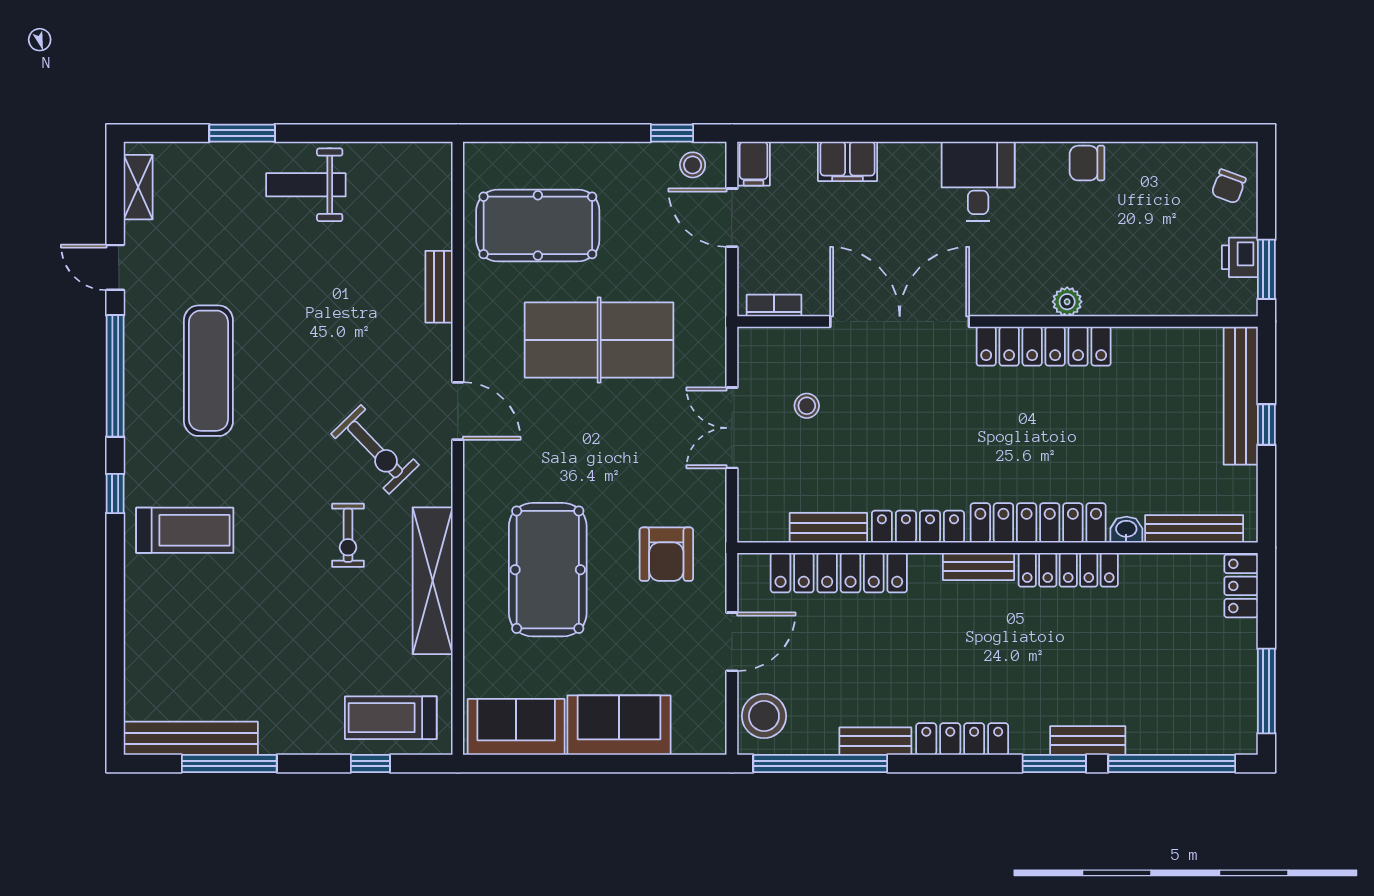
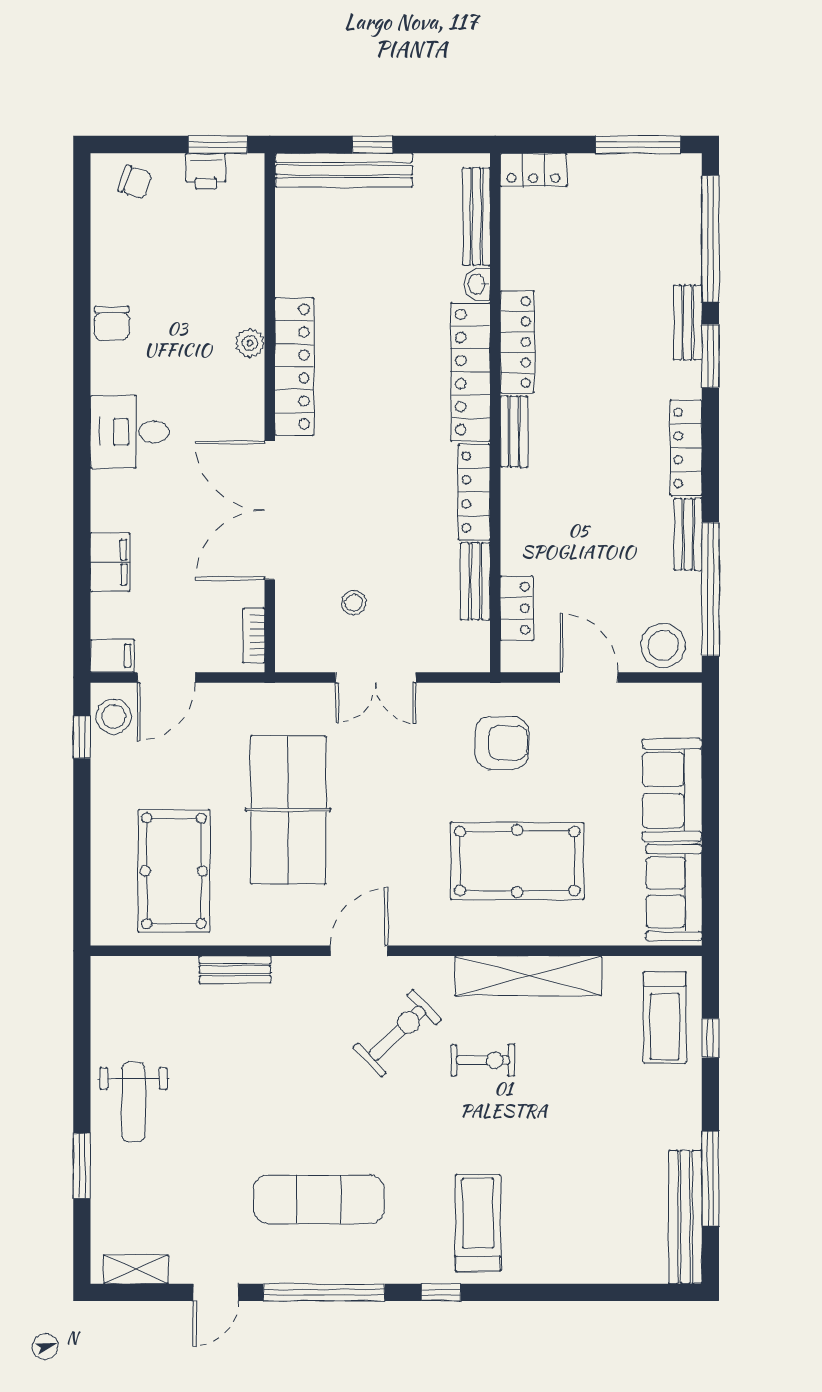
stool: (693, 165) -> (114, 717), width x1.37, depth x1.37
locker: (839, 573) -> (517, 608), width x0.46, depth x0.83

